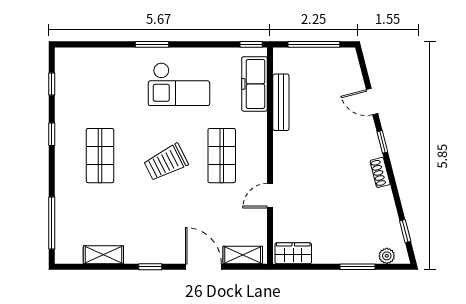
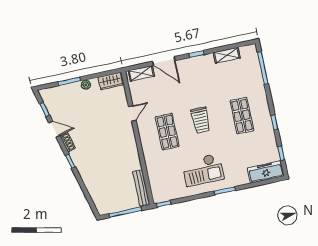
checkout: (179, 84) -> (203, 170), turned 180
freezer: (254, 84) -> (266, 172), moved, turned -90
bench: (281, 102) -> (141, 188), moved
door: (372, 102) -> (54, 129), moved
trolley: (166, 162) -> (201, 120), turned 117
plant: (387, 256) -> (86, 85), moved

